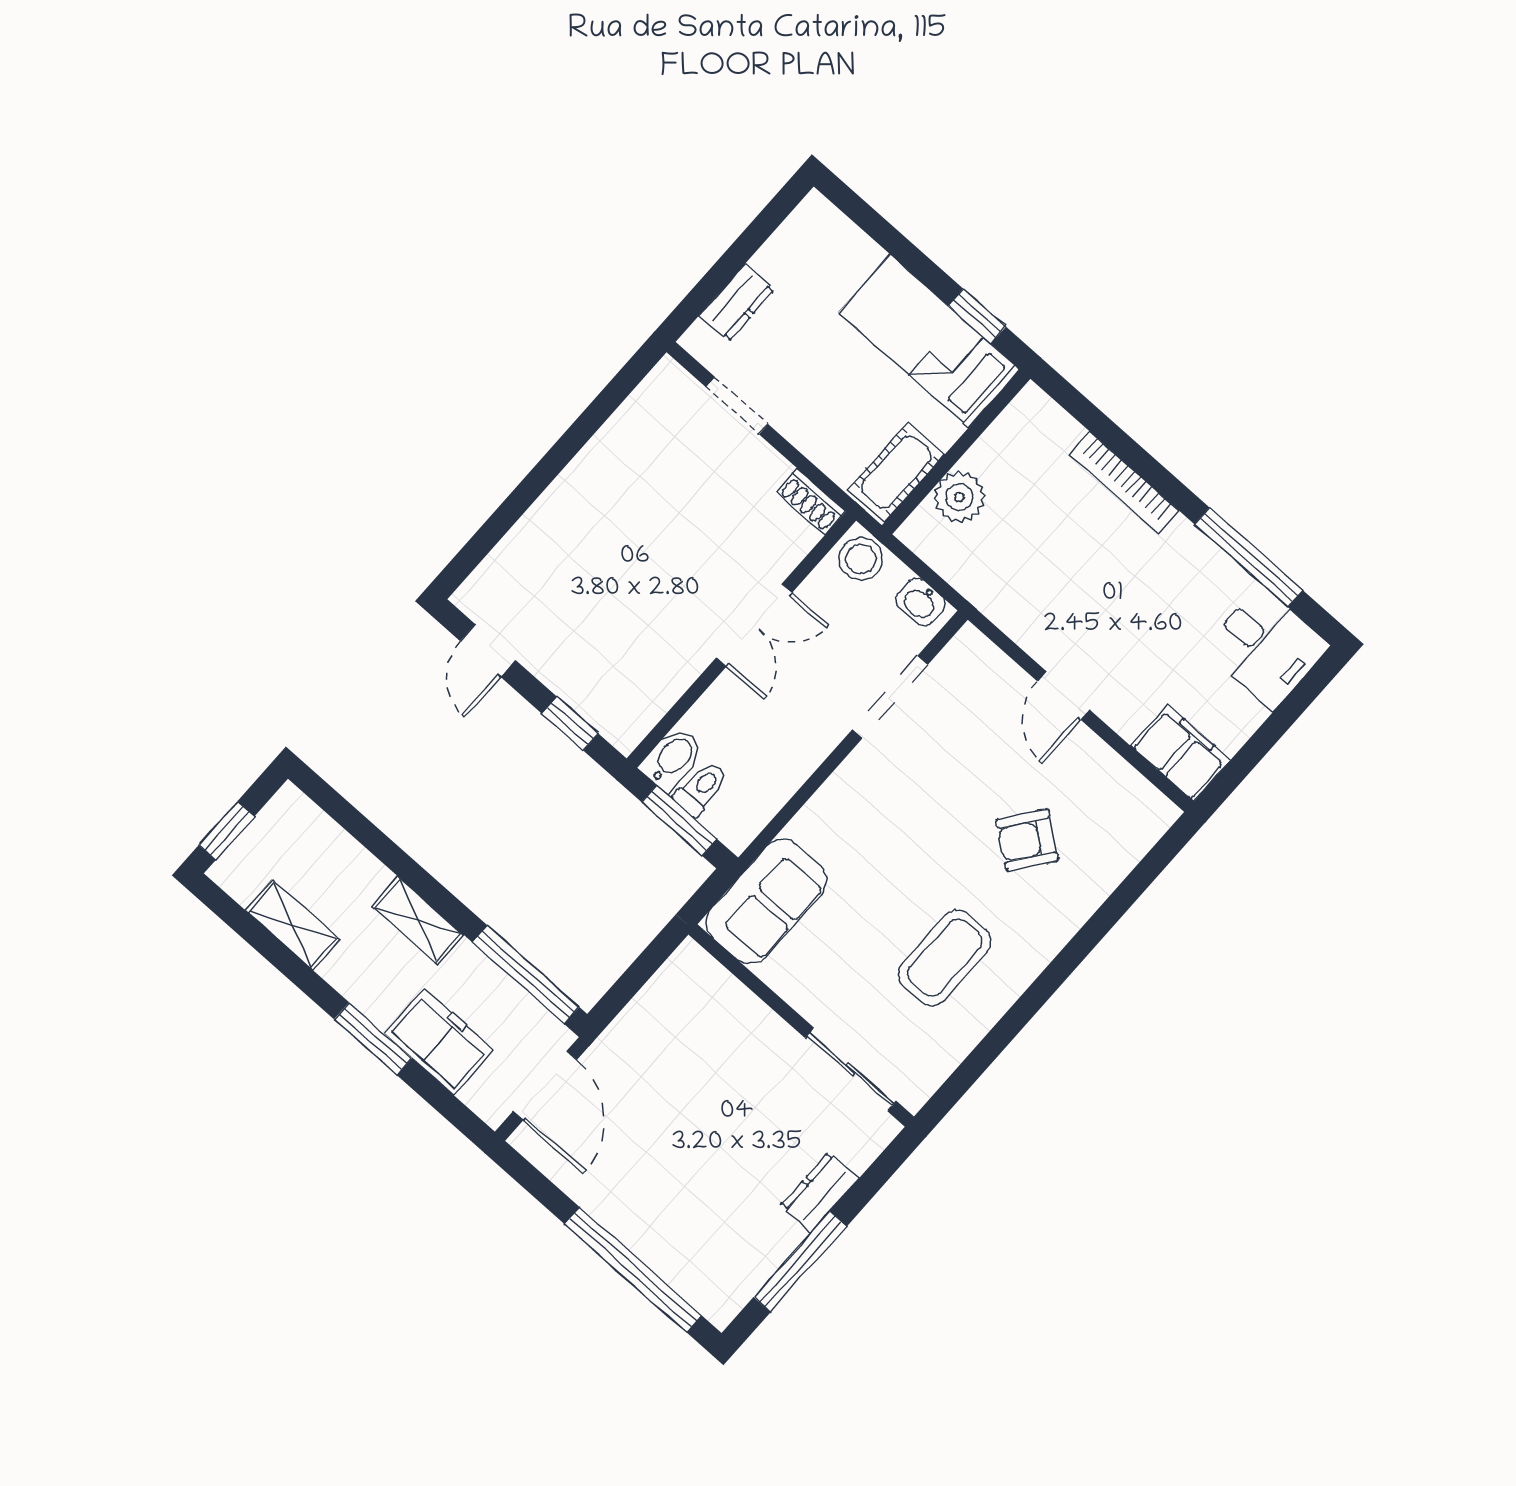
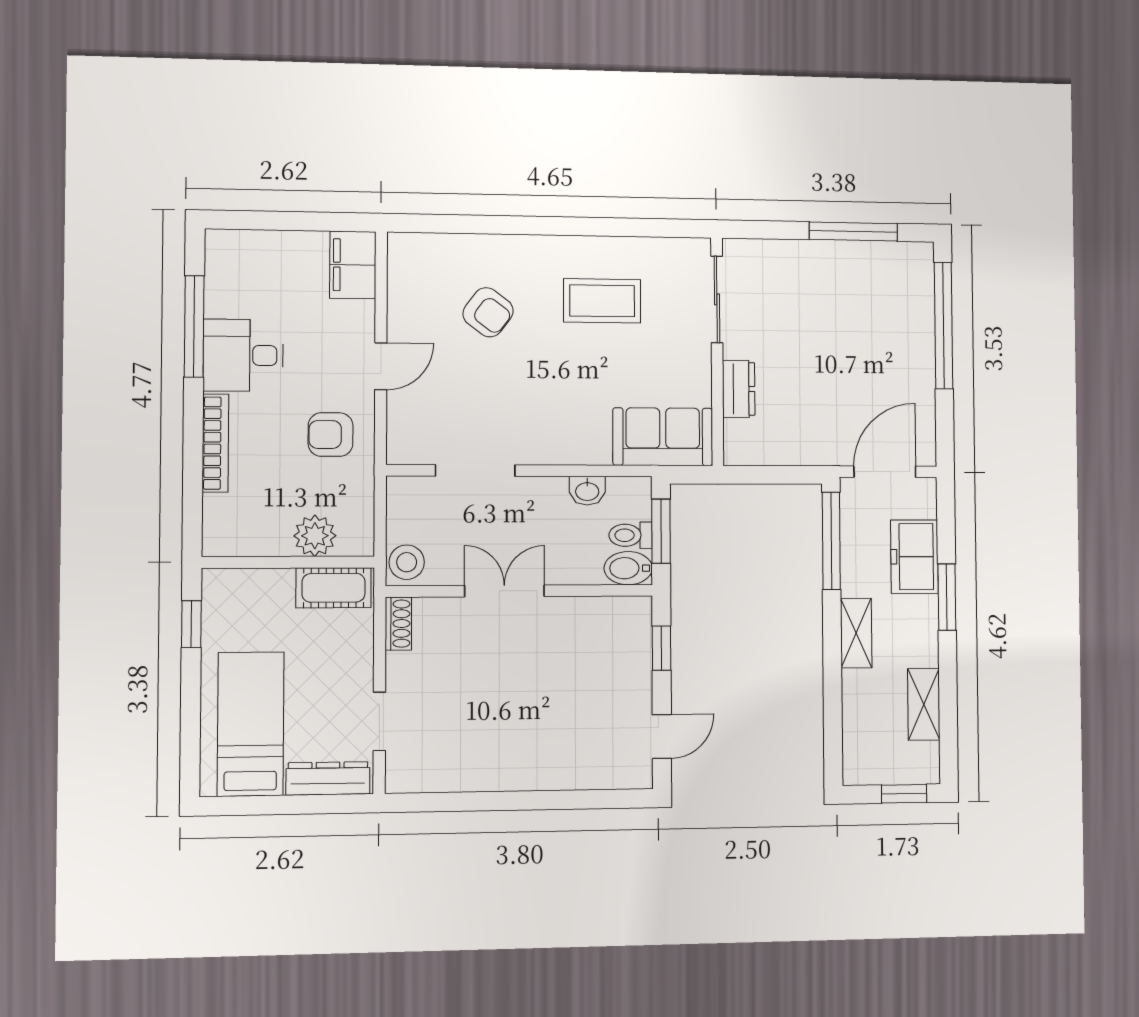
dresser: (737, 303) -> (328, 778), width x1.44
bed: (929, 341) -> (251, 724), moved, turned 180
armchair: (1040, 593) -> (331, 435), added
washbasin: (921, 602) -> (587, 491), moved, turned 90
desk: (1266, 647) -> (243, 355), moved, turned -90
dresser: (819, 1192) -> (739, 389), moved, turned -90

